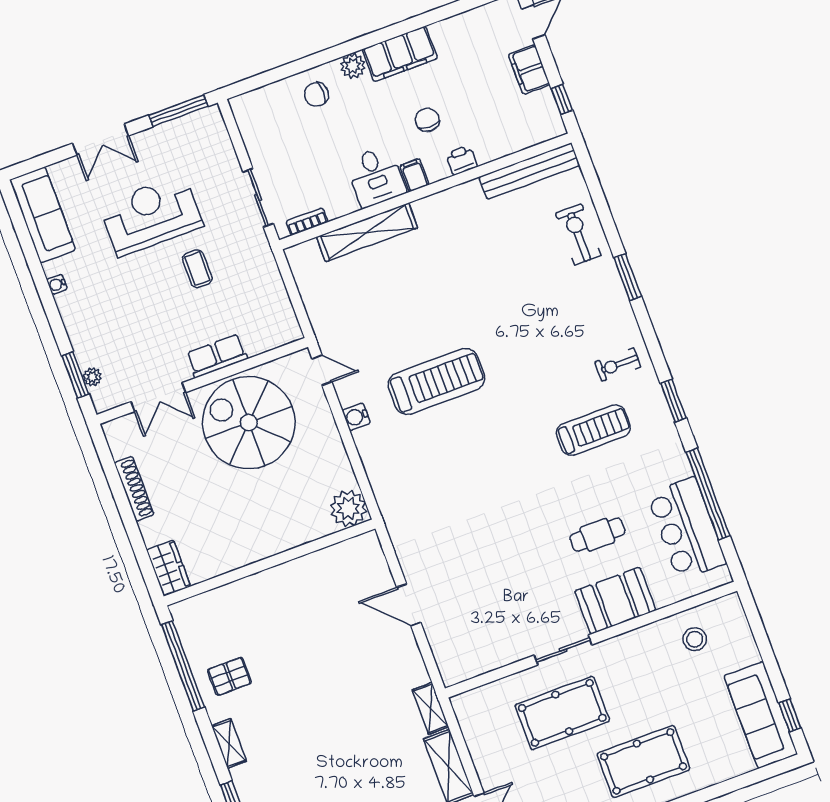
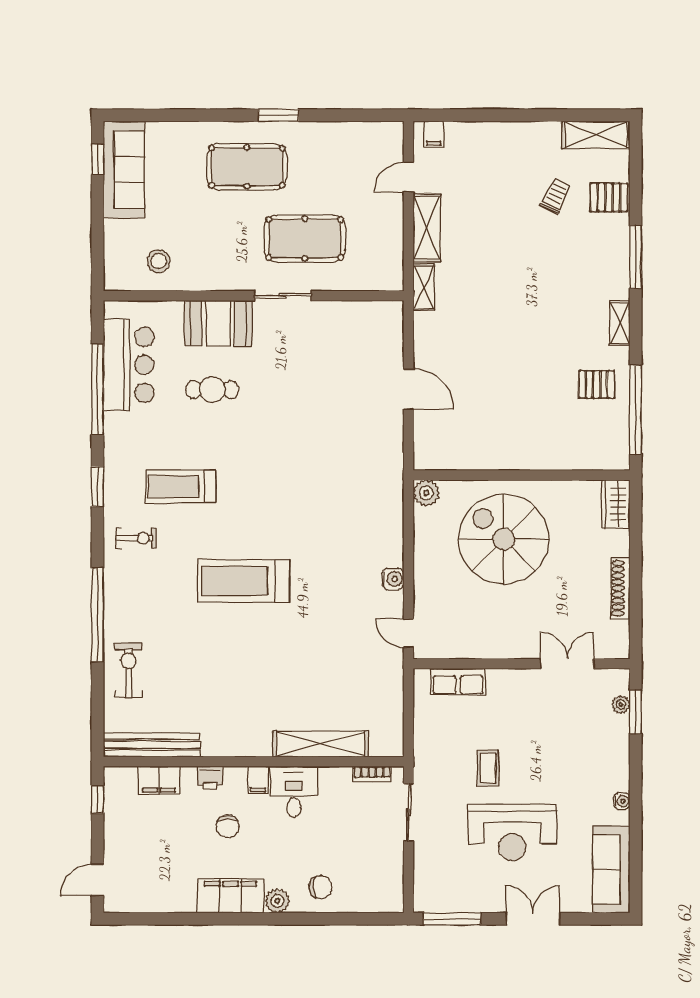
filing cabinet: (529, 69) -> (159, 780), moved, turned 90
exercise bike: (578, 234) -> (128, 671), turned 180
window: (628, 277) -> (98, 615), width x2.11
row of seats: (217, 356) -> (458, 682), moved
treadmill: (436, 381) -> (244, 581), moved
spiral stairs: (249, 423) -> (504, 539), moved, turned 180
plant: (348, 508) -> (426, 493), width x0.73, depth x0.73

